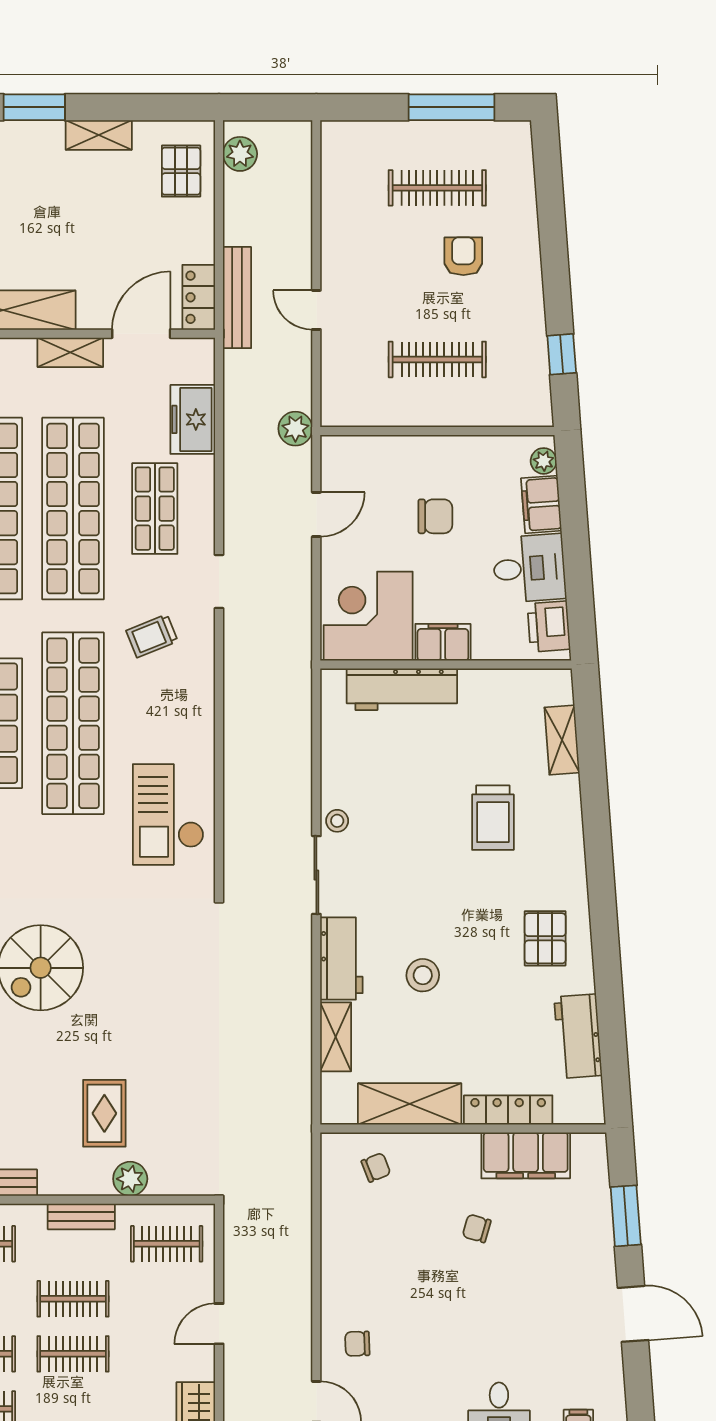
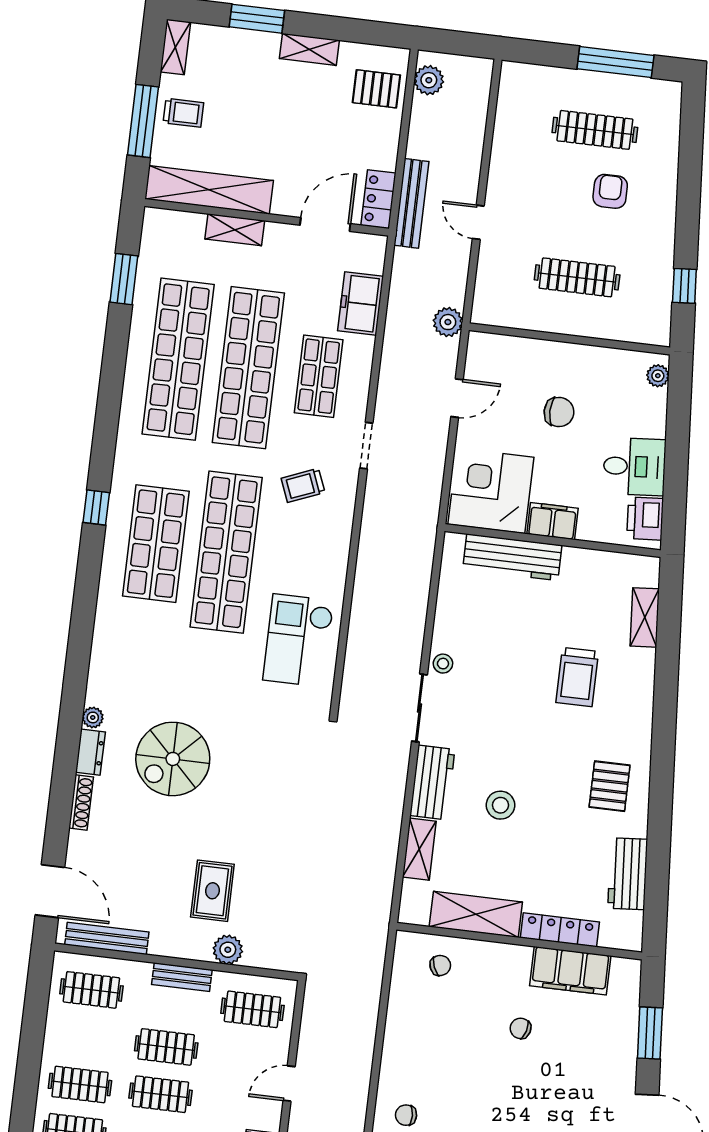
pallet: (181, 171) -> (376, 89), turned 90
shelving: (70, 352) -> (235, 230), moved
filing cabinet: (541, 504) -> (651, 413), removed

